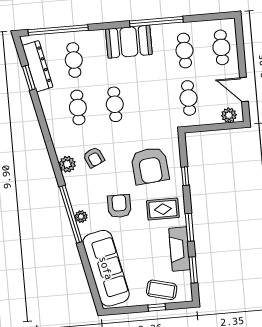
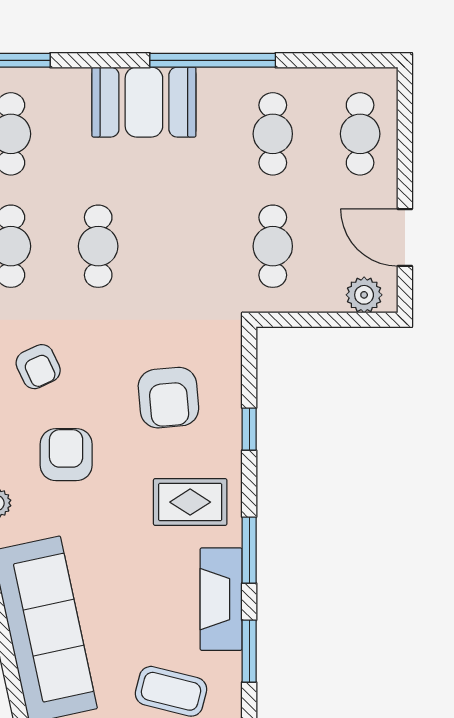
armchair: (150, 166) -> (168, 398), width x0.73, depth x0.73
armchair: (119, 206) -> (66, 455), moved

